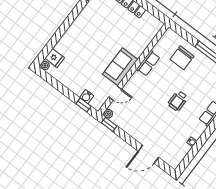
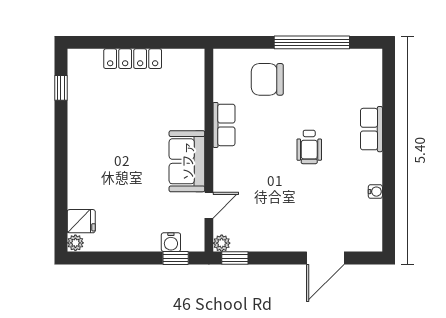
chair: (182, 58) -> (267, 79), turned 90

